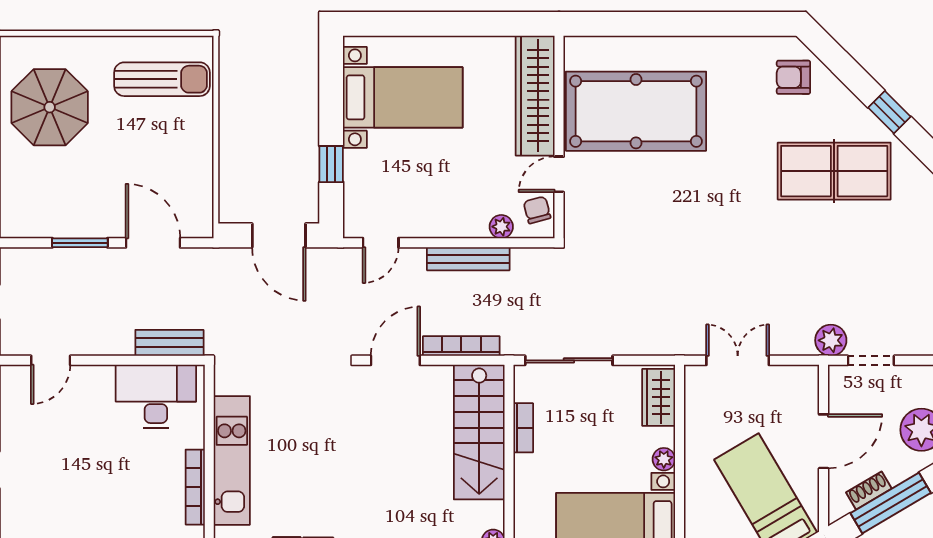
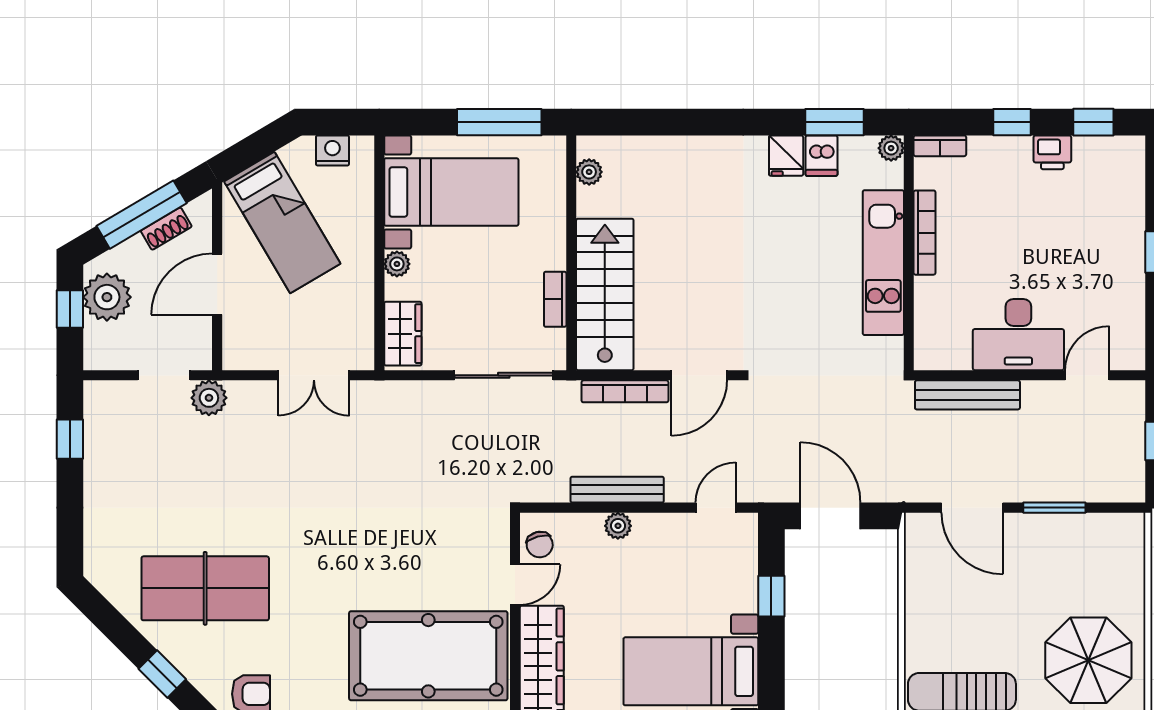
window: (889, 112) -> (162, 674), moved
plant: (501, 227) -> (618, 526), moved
bench: (169, 343) -> (967, 395), width x1.36
desk: (156, 396) -> (1018, 335), moved

